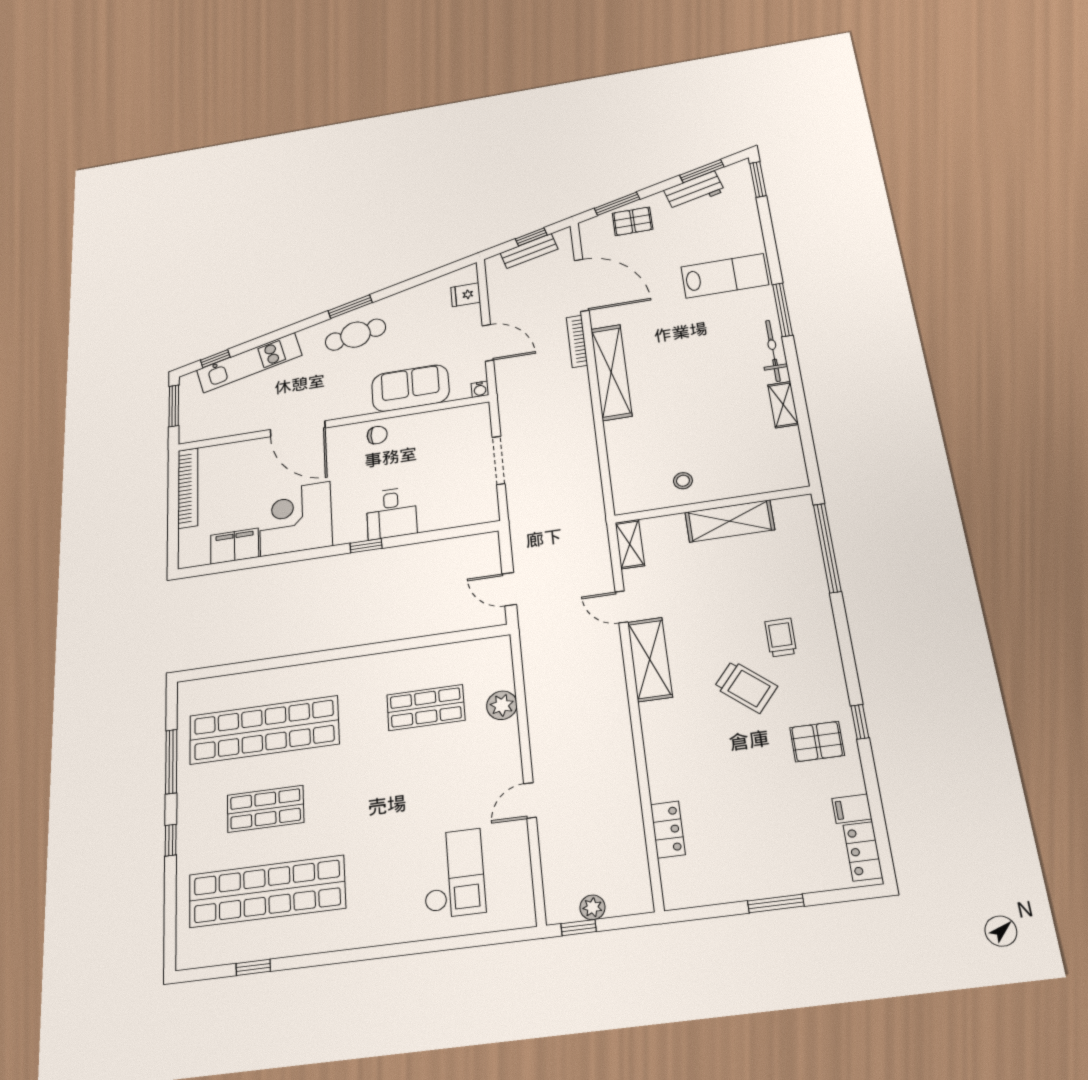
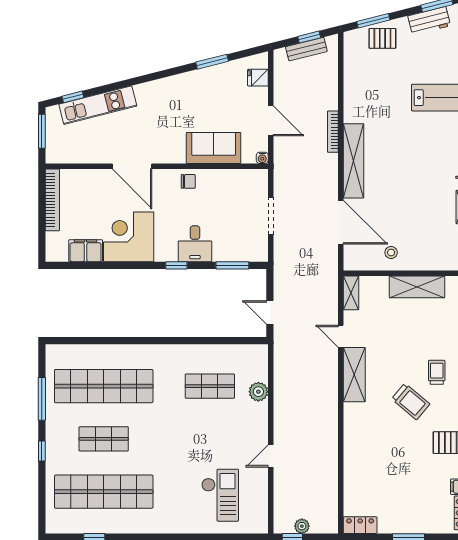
door: (582, 285) -> (341, 222), moved
window: (350, 307) -> (212, 62), moved
cafe table: (356, 335) -> (177, 96), removed
window: (448, 533) -> (232, 265), added
locker: (668, 829) -> (360, 525), moved, turned -90

